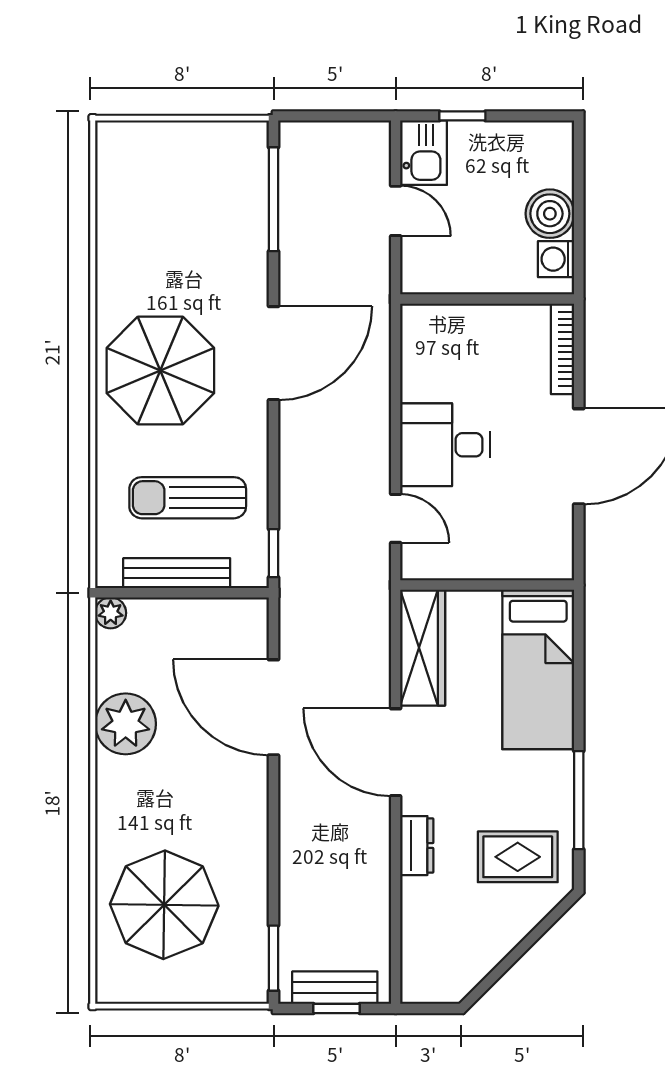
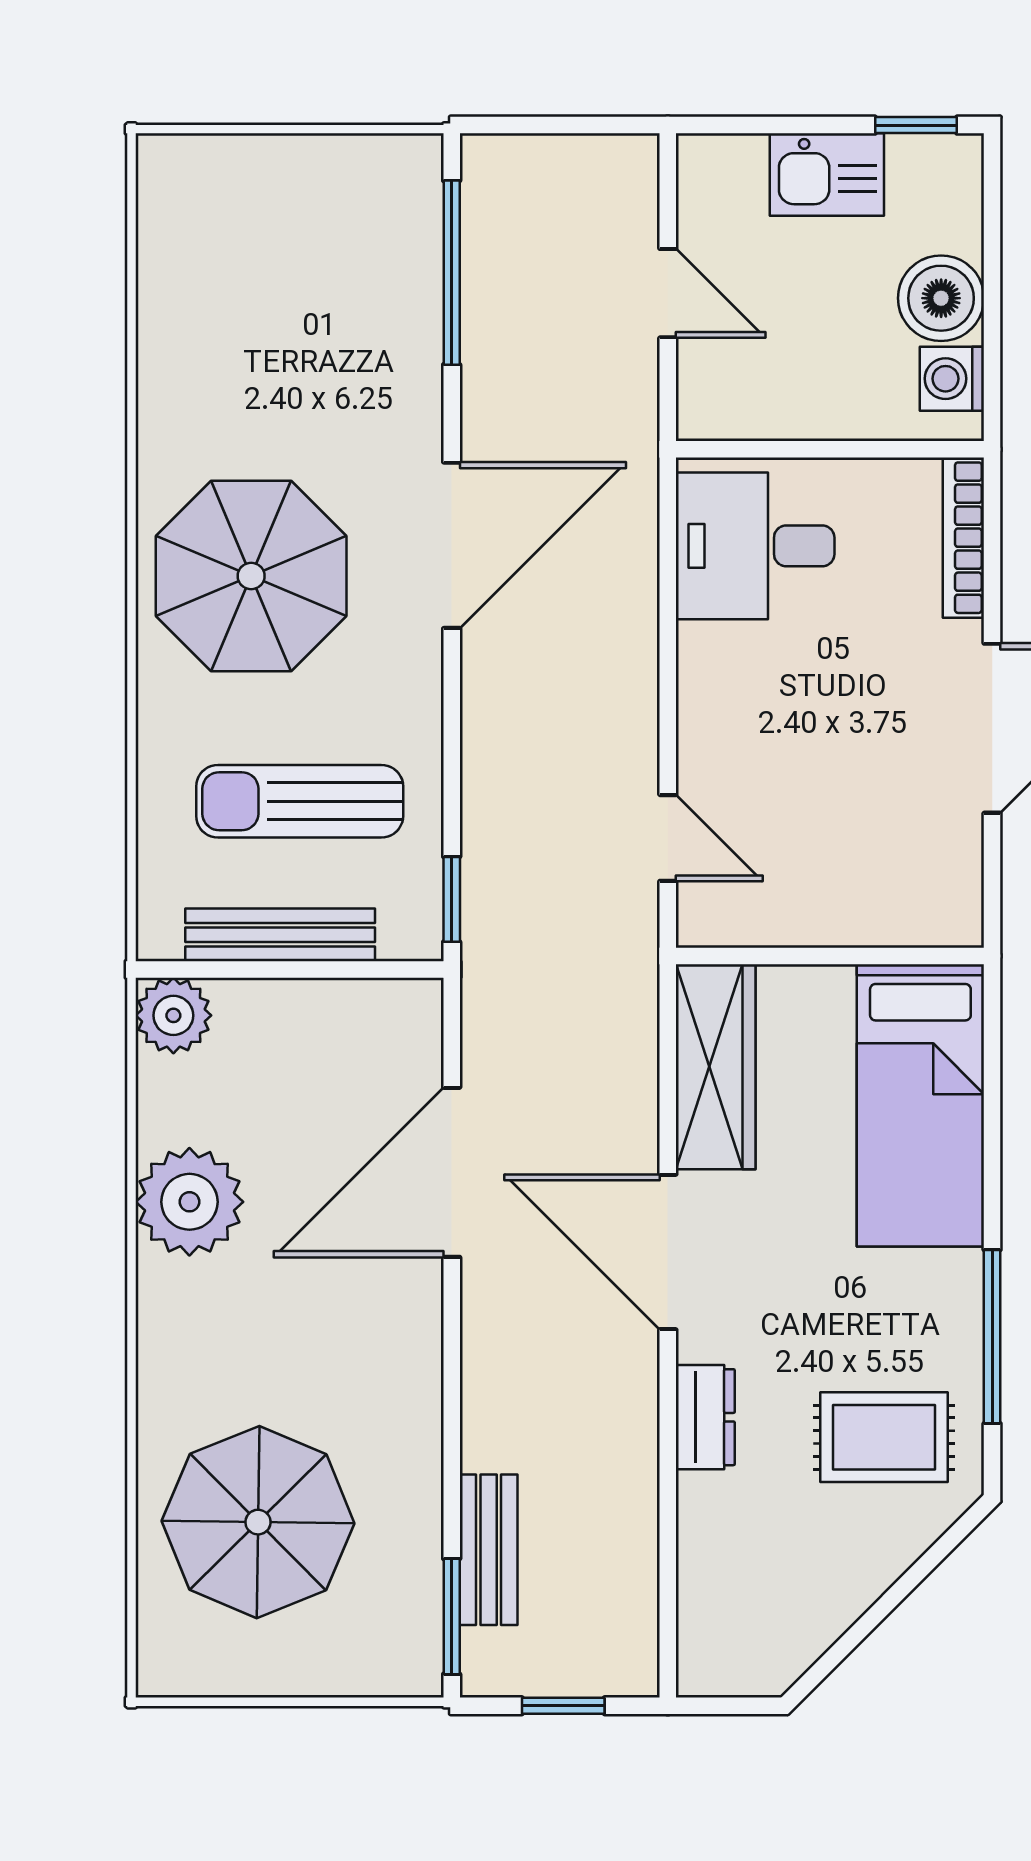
window: (462, 116) -> (916, 125), moved
kitchen sink: (424, 153) -> (827, 175), moved, turned 90
desk: (445, 445) -> (755, 546), moved
plant: (111, 613) -> (173, 1015), width x1.38, depth x1.38
door: (274, 707) -> (452, 1172), hinge flipped
bench: (335, 988) -> (489, 1550), moved, turned 90

